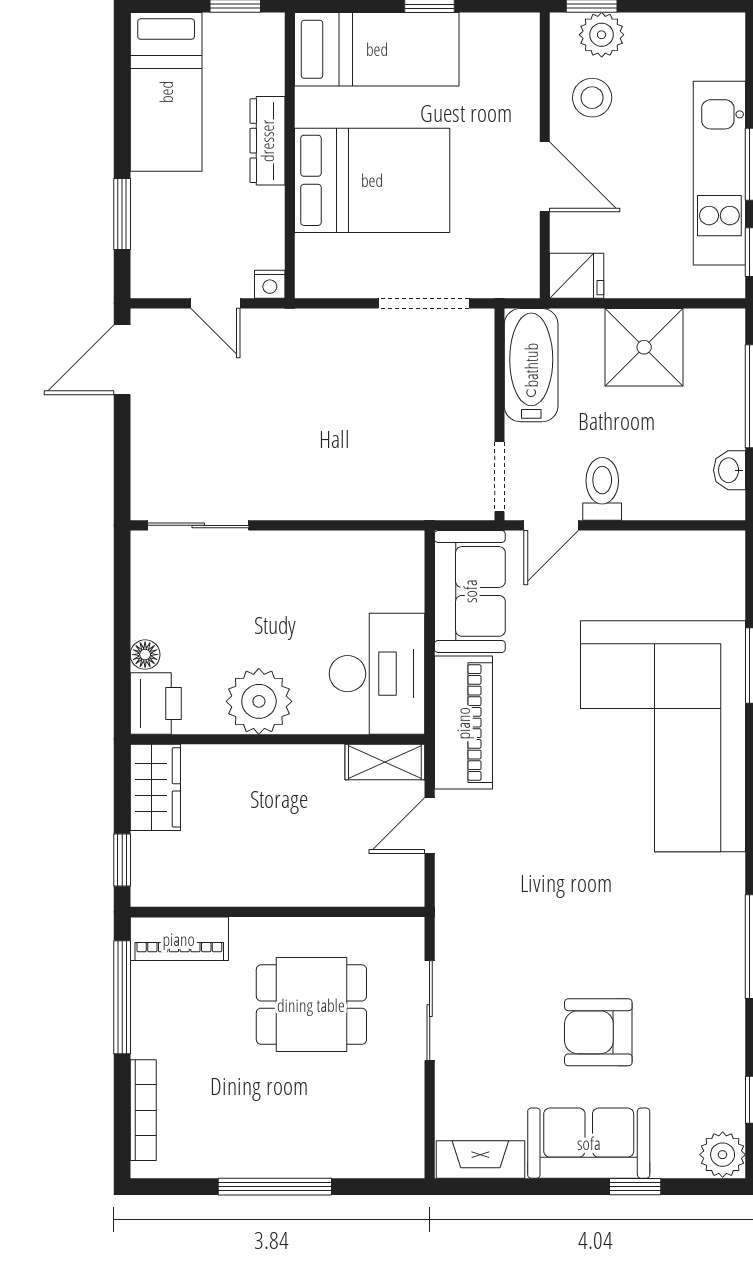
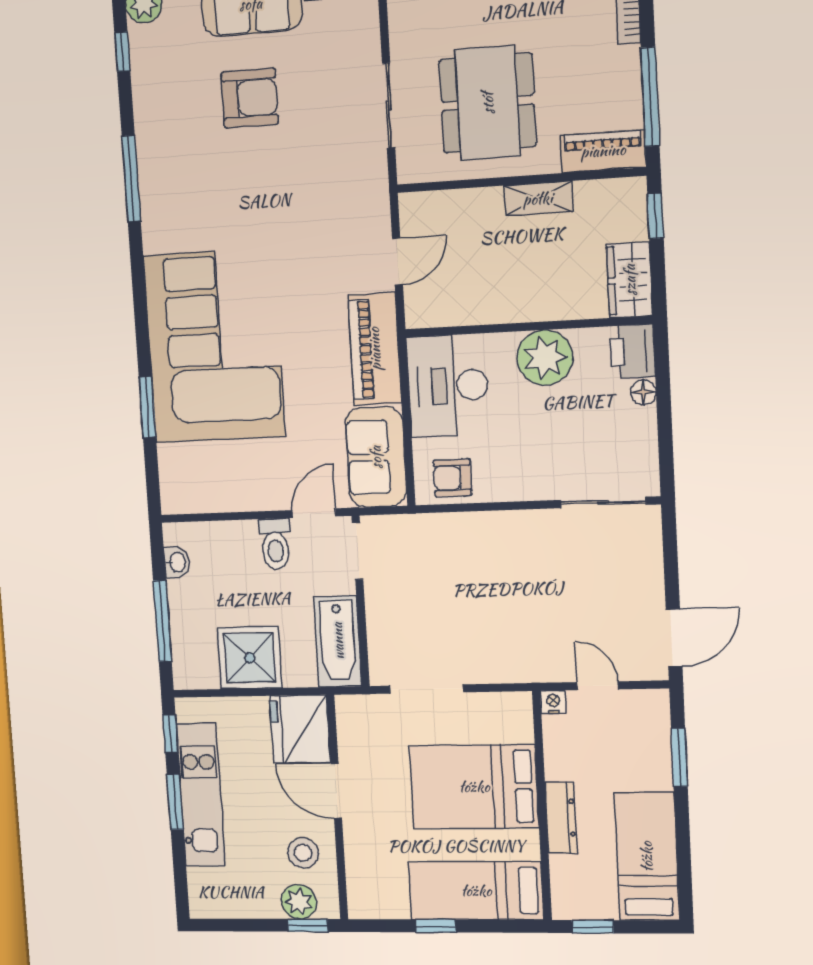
fridge: (577, 276) -> (300, 729), width x1.88, depth x1.34
armchair: (378, 562) -> (452, 478), added
shelving: (385, 762) -> (538, 199), moved
dining table: (311, 1005) -> (488, 103), width x1.38

